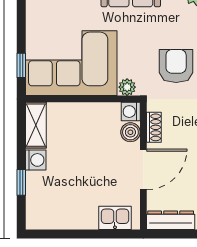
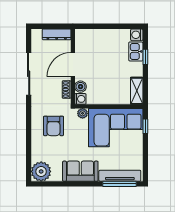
washing machine: (36, 160) -> (137, 35), moved
kitchen sink: (115, 218) -> (136, 51), moved, turned 90

